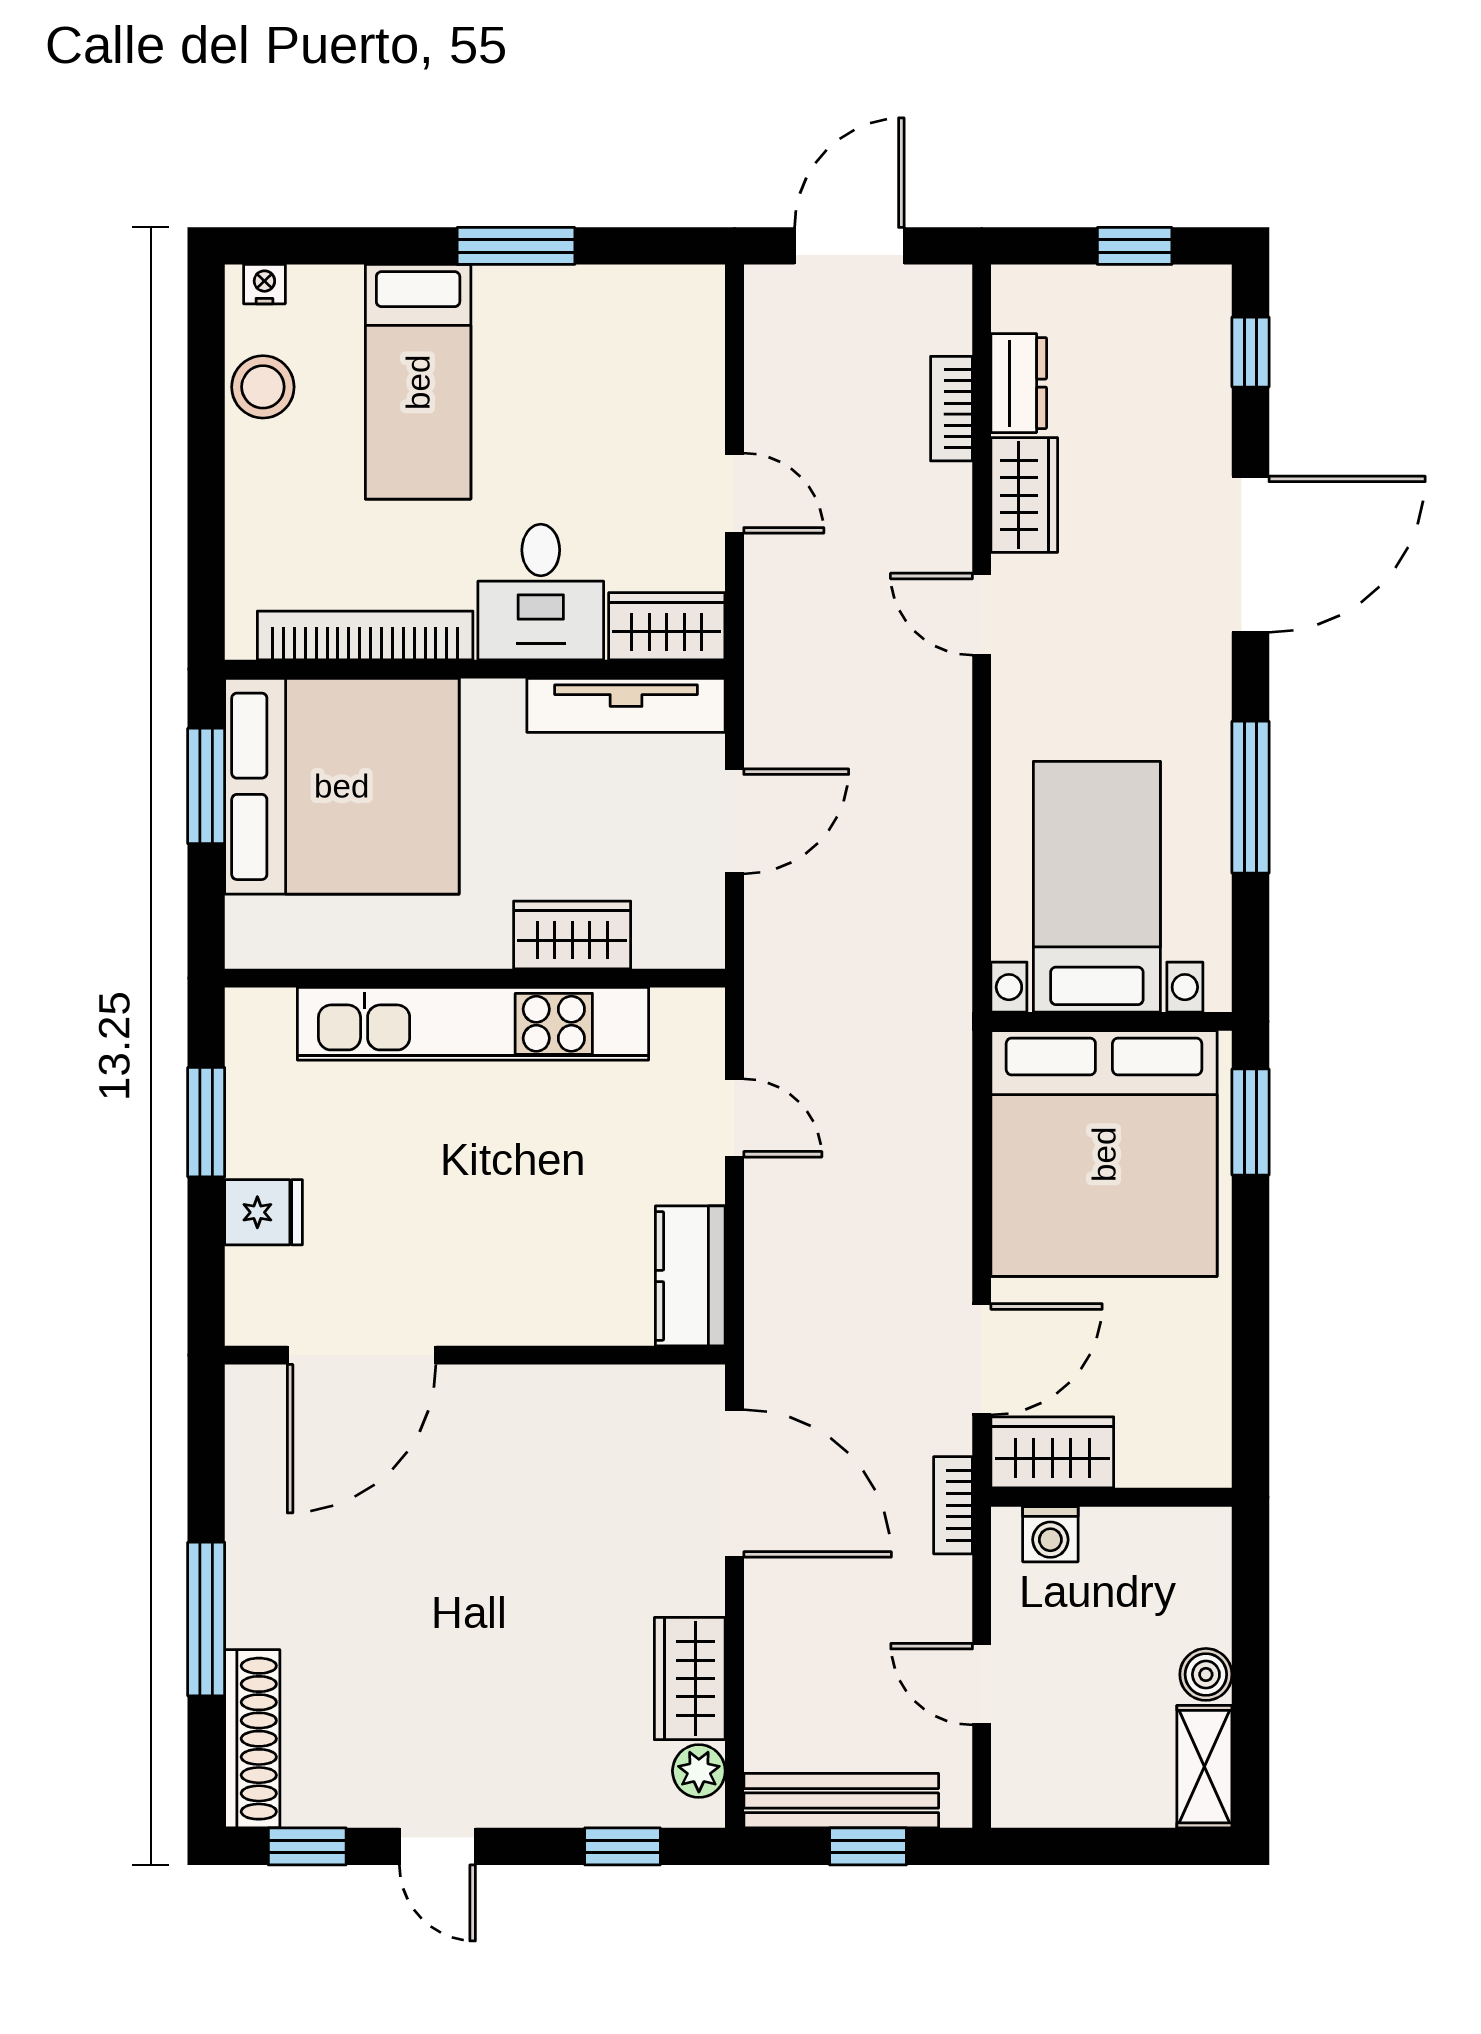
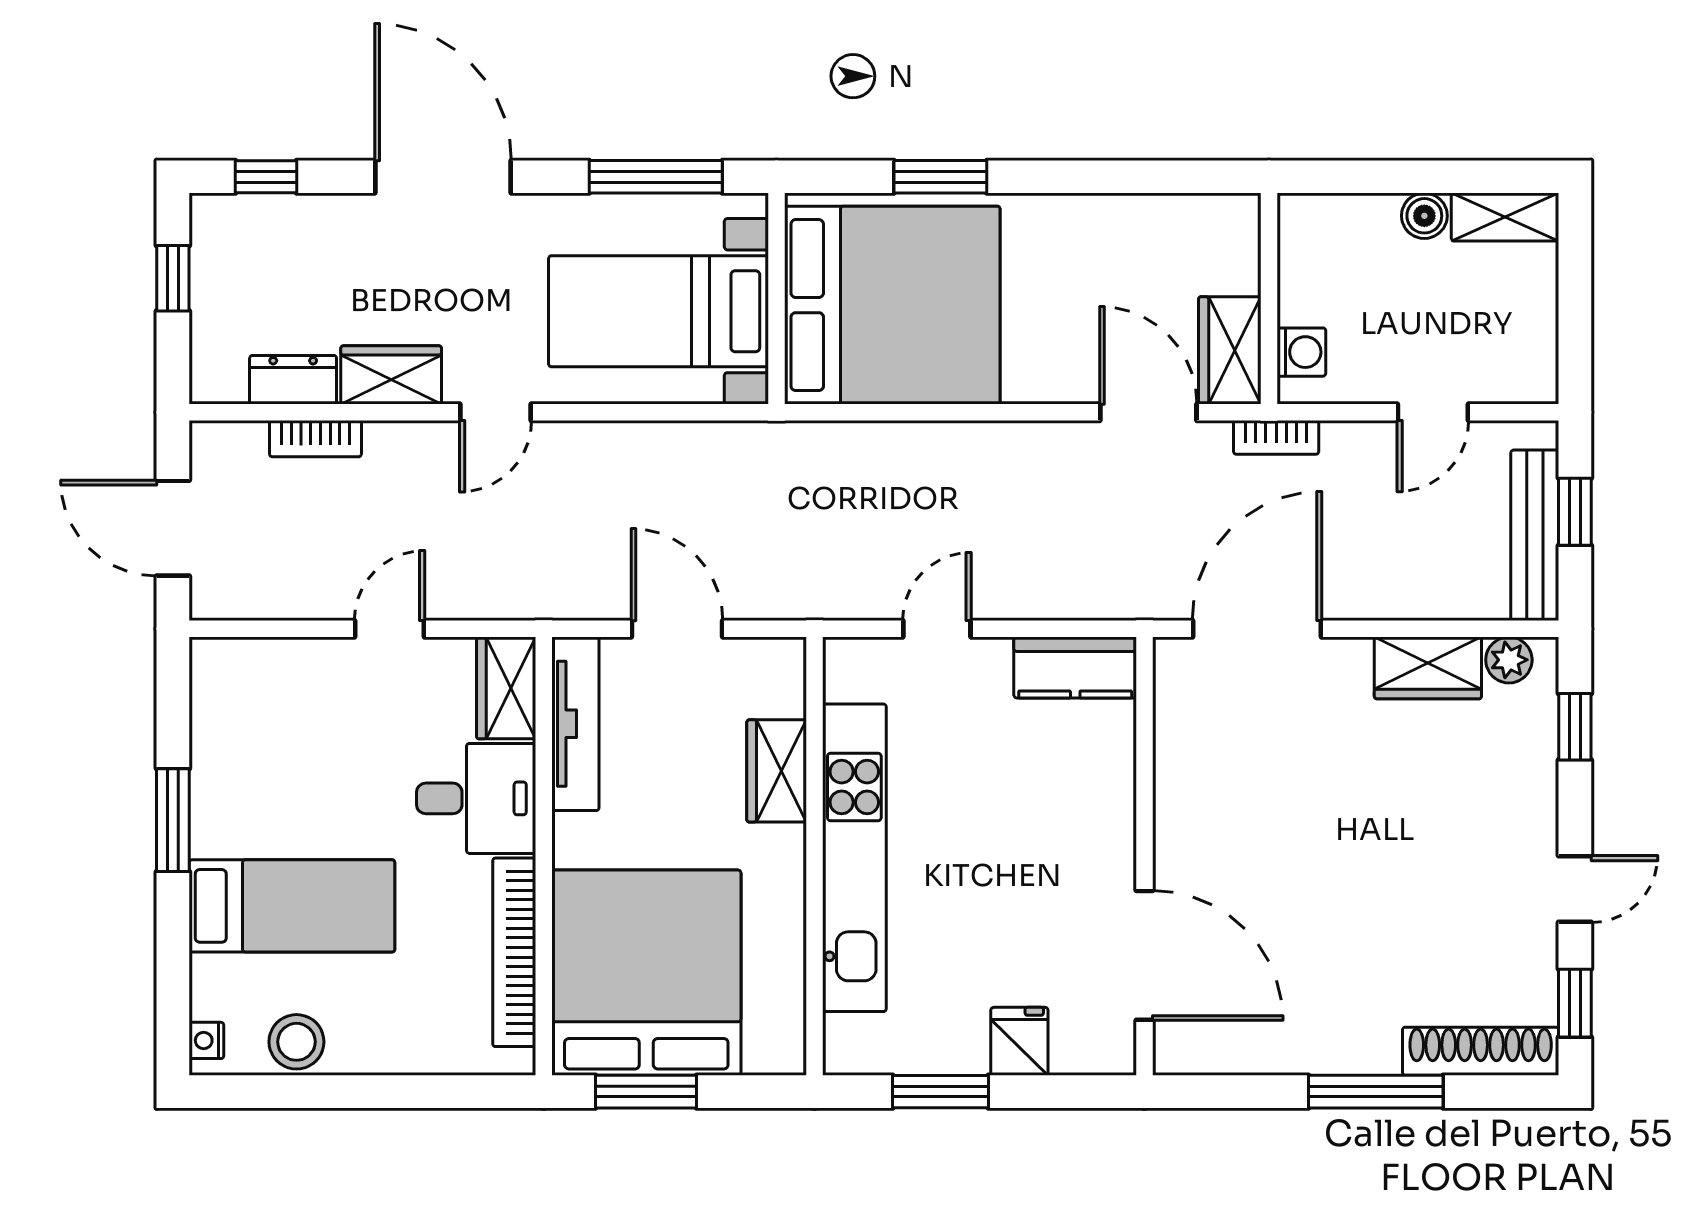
bed with nightstands: (1097, 887) -> (659, 311), moved
wall: (1111, 1021) -> (777, 299), moved
bed: (1104, 1154) -> (892, 305), moved

